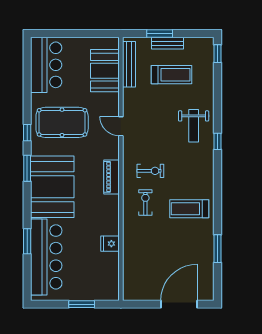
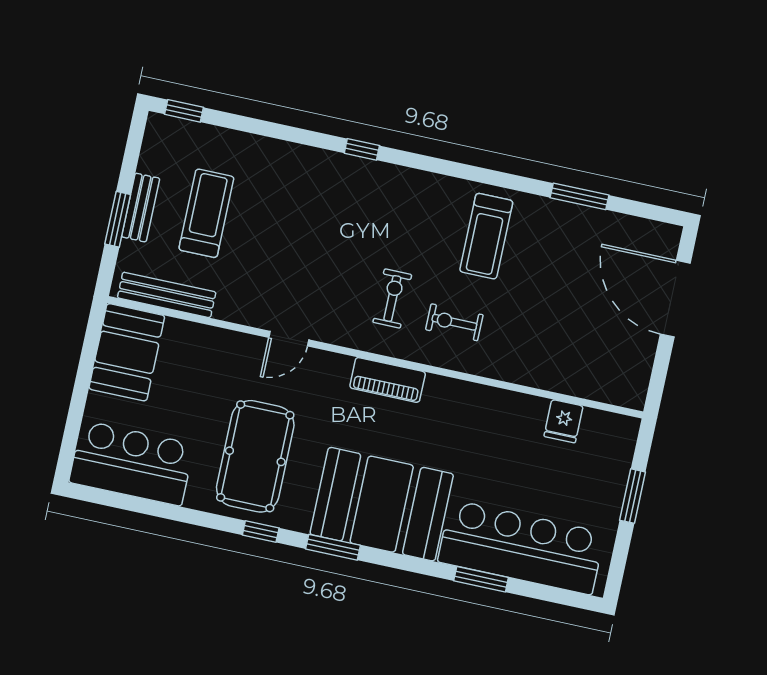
booth: (105, 71) -> (127, 352), moved, turned 90
weight bench: (194, 126) -> (320, 191), removed
fridge: (110, 244) -> (564, 421), moved

